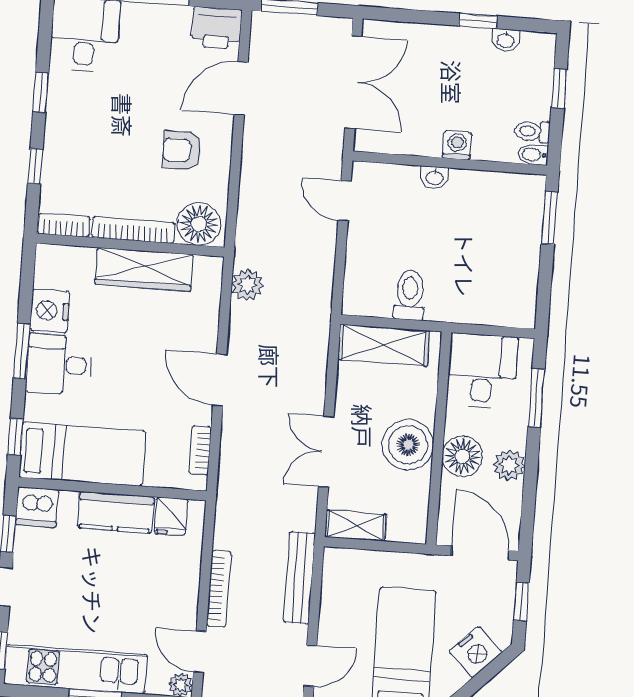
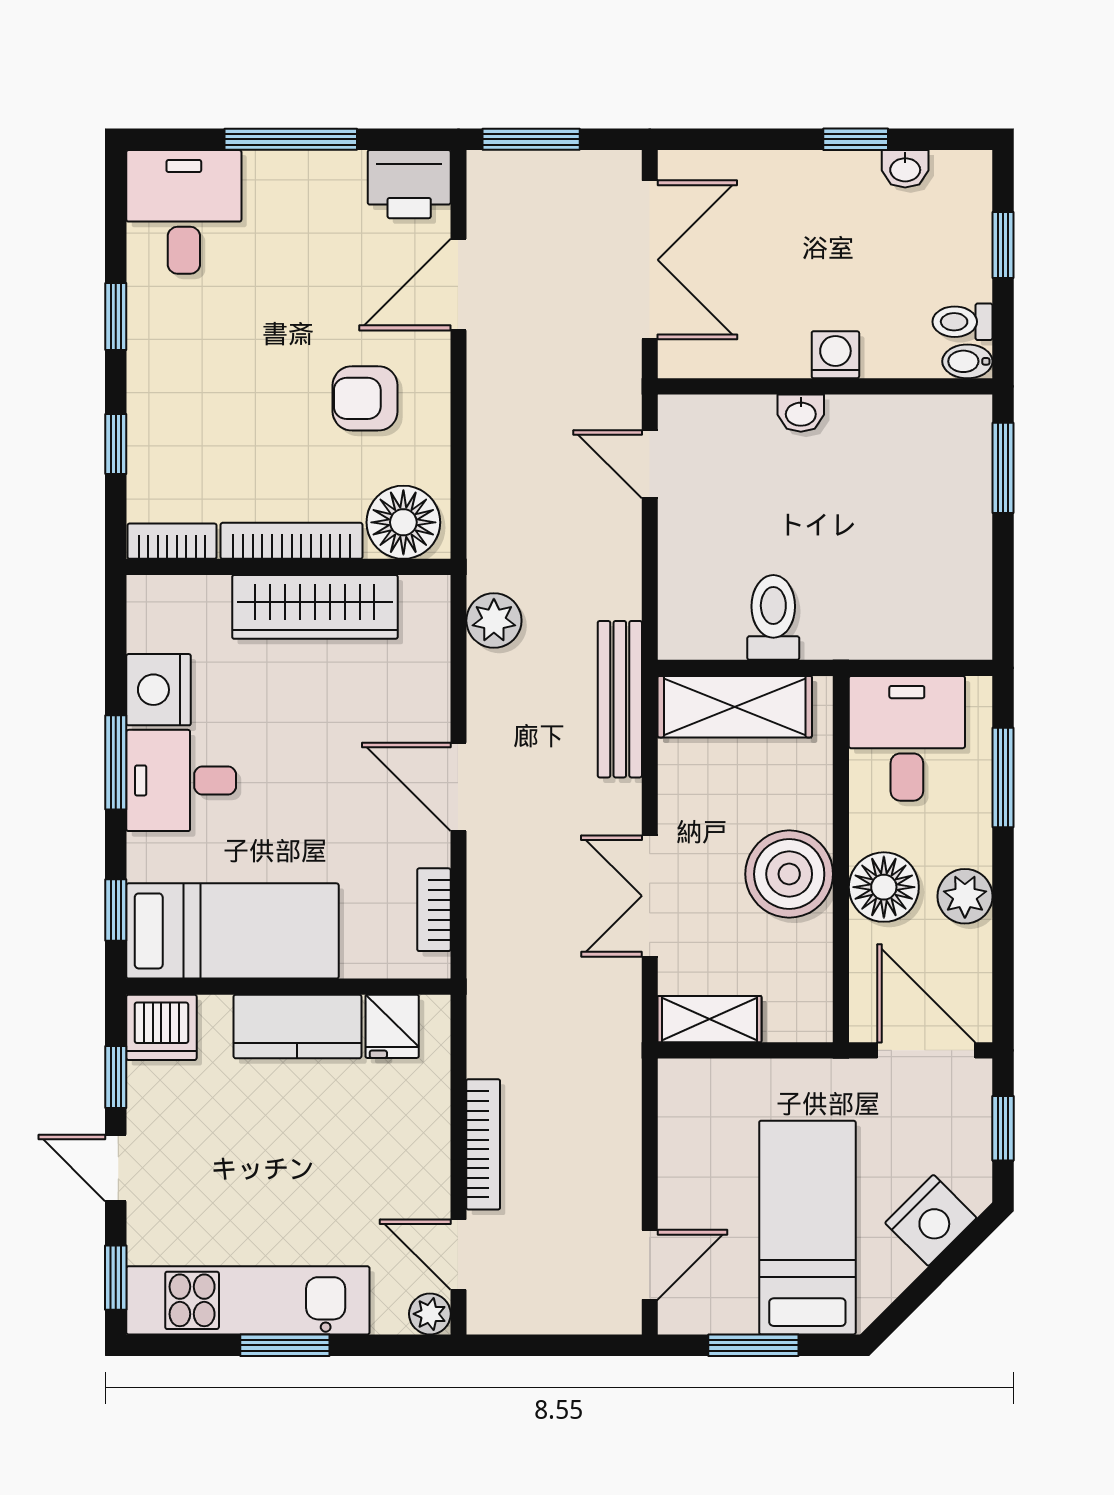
bench: (299, 578) -> (620, 699), moved

